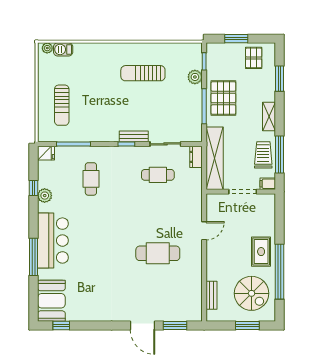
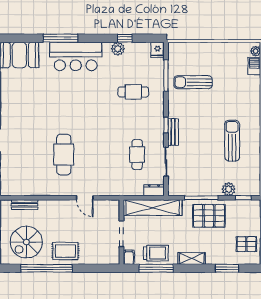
sun lounger: (62, 105) -> (193, 82), moved

